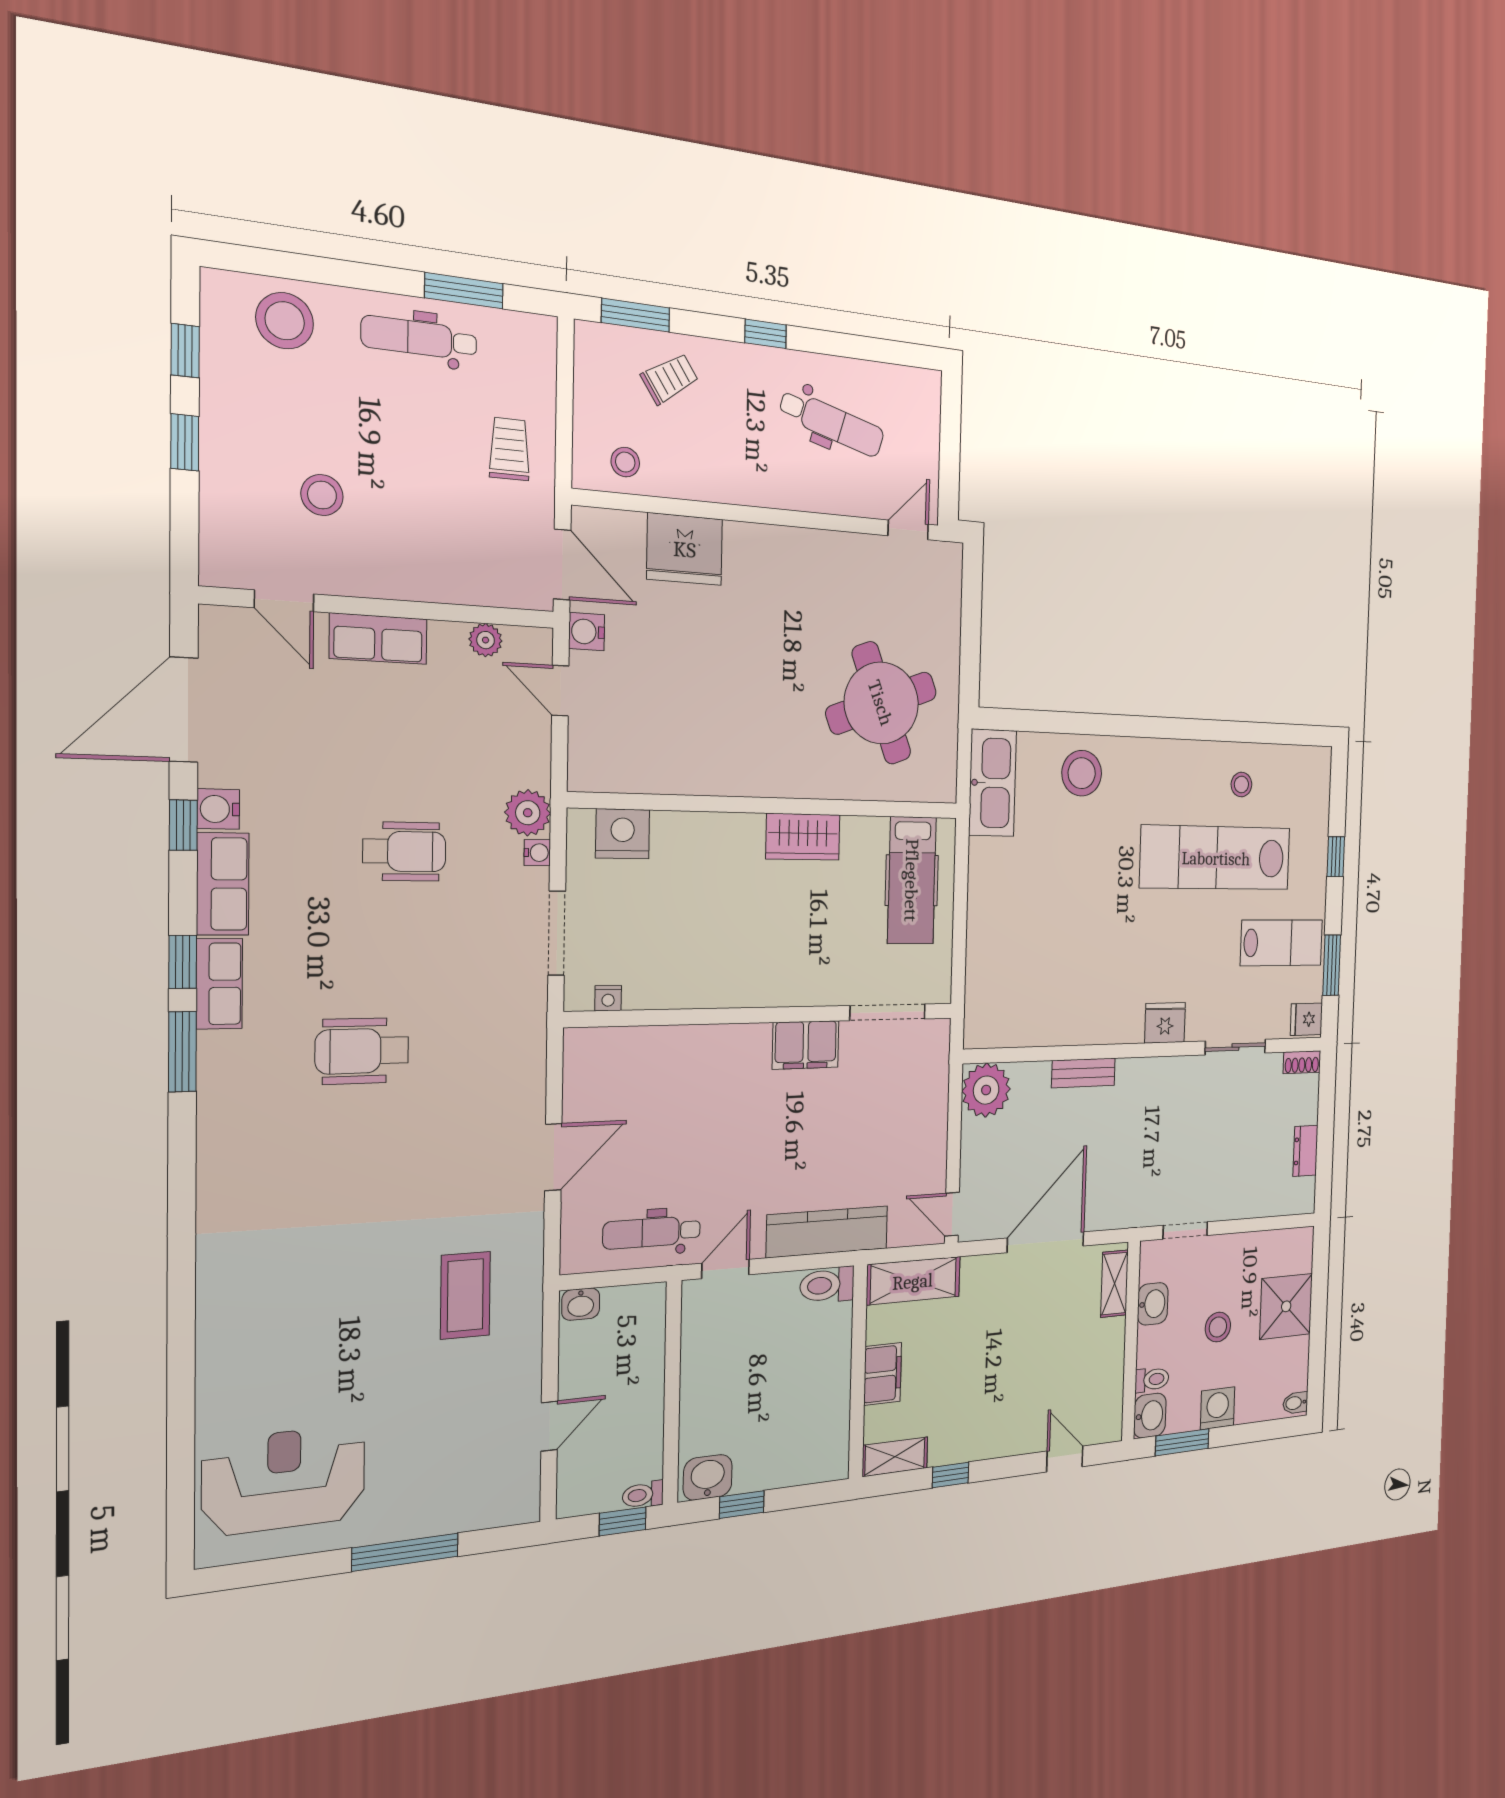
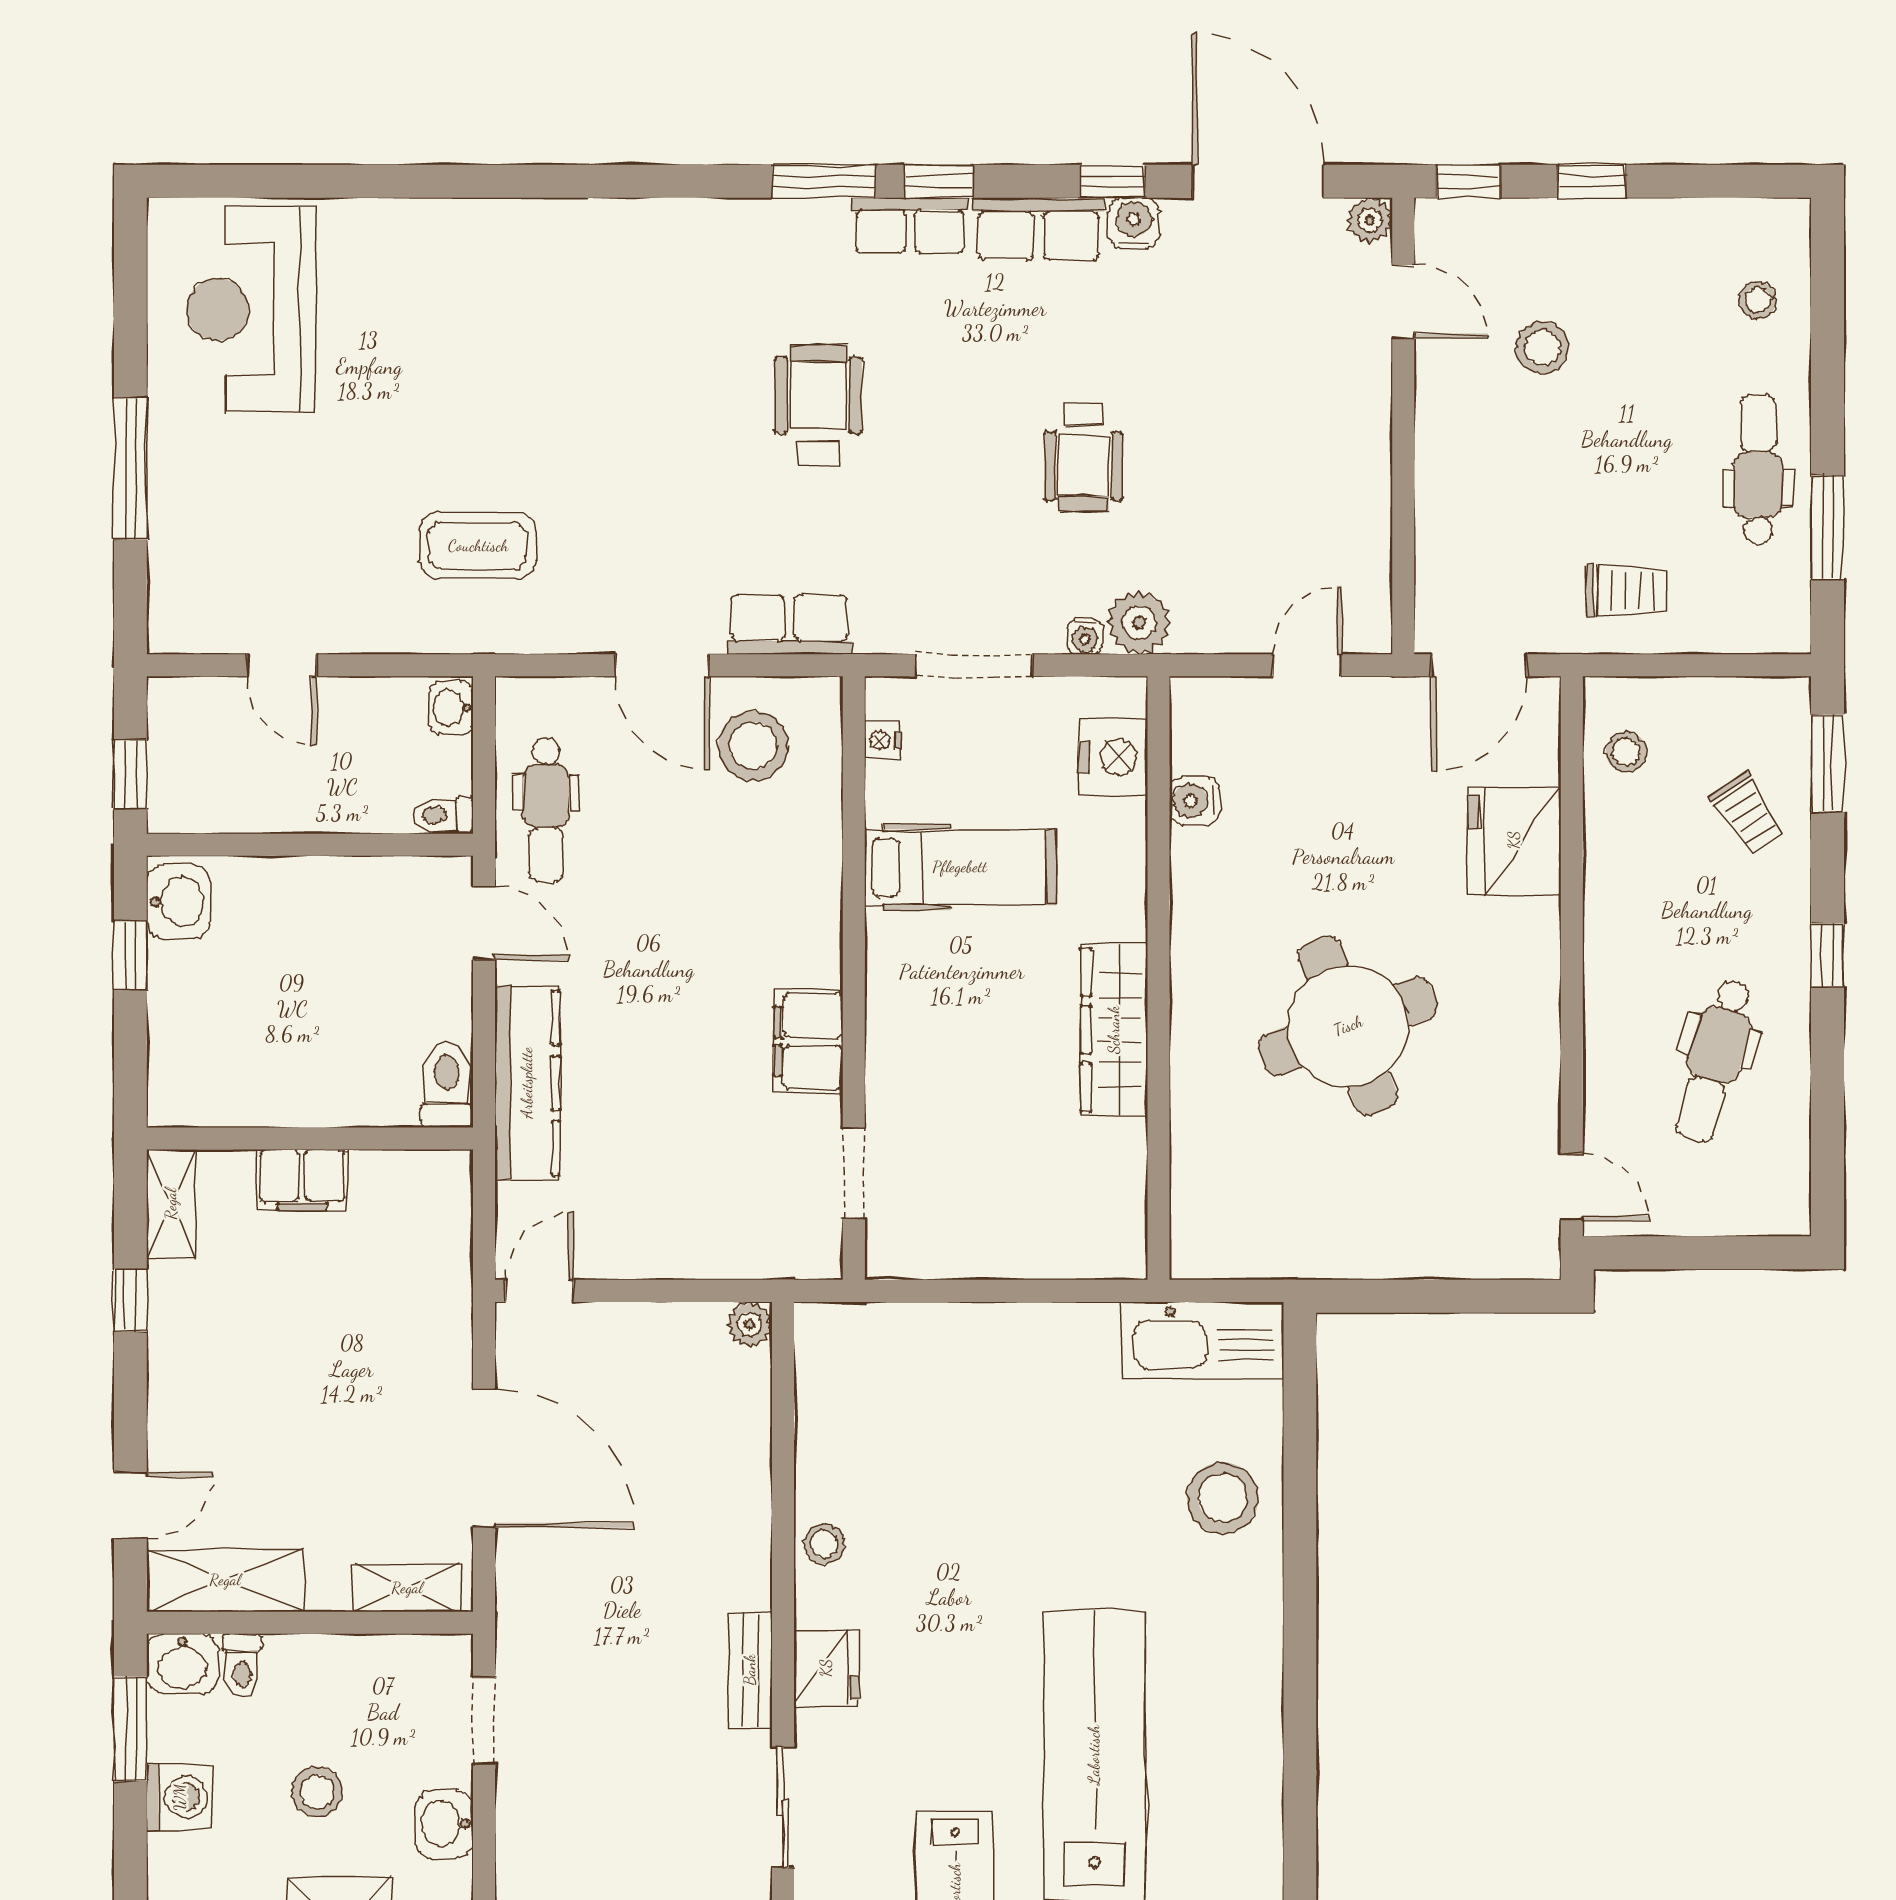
stool: (285, 321) -> (1758, 300), width x0.53, depth x0.53
window: (185, 351) -> (1468, 181), moved
door: (284, 601) -> (1403, 302), swing flipped
water cooler: (587, 632) -> (1194, 801), moved, turned -90
row of seats: (378, 639) -> (790, 625), moved, turned 90
plant: (486, 640) -> (1370, 220), moved
round table: (881, 703) -> (1348, 1026), moved
stool: (1241, 784) -> (824, 1544), moved
wardrobe: (803, 837) -> (1114, 1030), width x1.50
hospital bed: (912, 880) -> (960, 867), moved, turned 180
doorway: (888, 1012) -> (854, 1173), width x0.73
bench: (1083, 1073) -> (750, 1670), moved
stool: (610, 1090) -> (753, 746), added
plant: (986, 1090) -> (750, 1324), width x0.53, depth x0.53
dental chair: (652, 1232) -> (546, 810), turned 180
shelving: (913, 1281) -> (225, 1580), moved, turned 90
washbasin: (1153, 1304) -> (444, 1824), moved, turned 90
reception desk: (284, 1480) -> (251, 310), turned 180
toilet: (643, 1495) -> (443, 815), moved, turned -90

